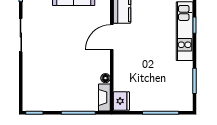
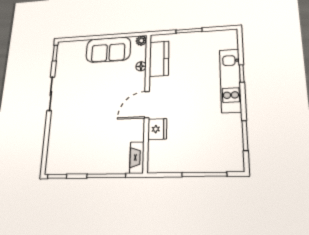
door: (112, 37) -> (147, 105), moved
floor lamp: (105, 78) -> (141, 66), moved
fridge: (121, 101) -> (157, 129), moved

